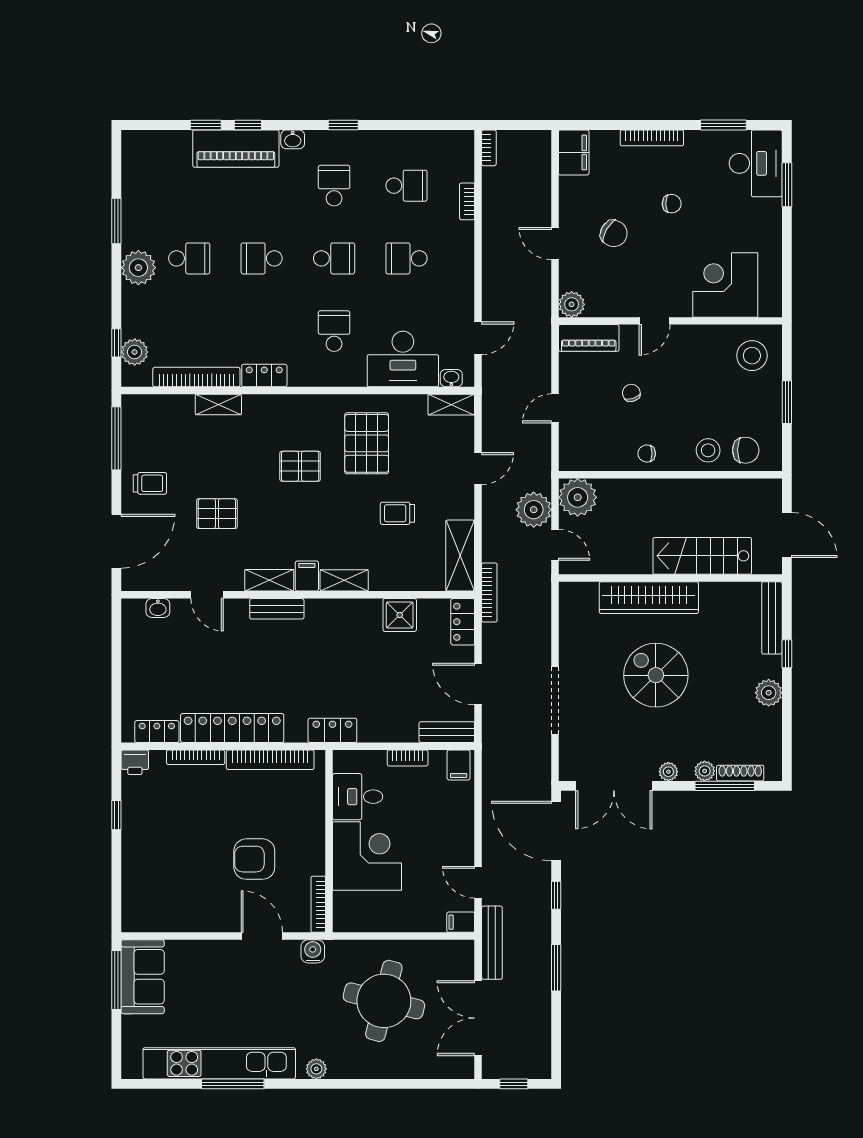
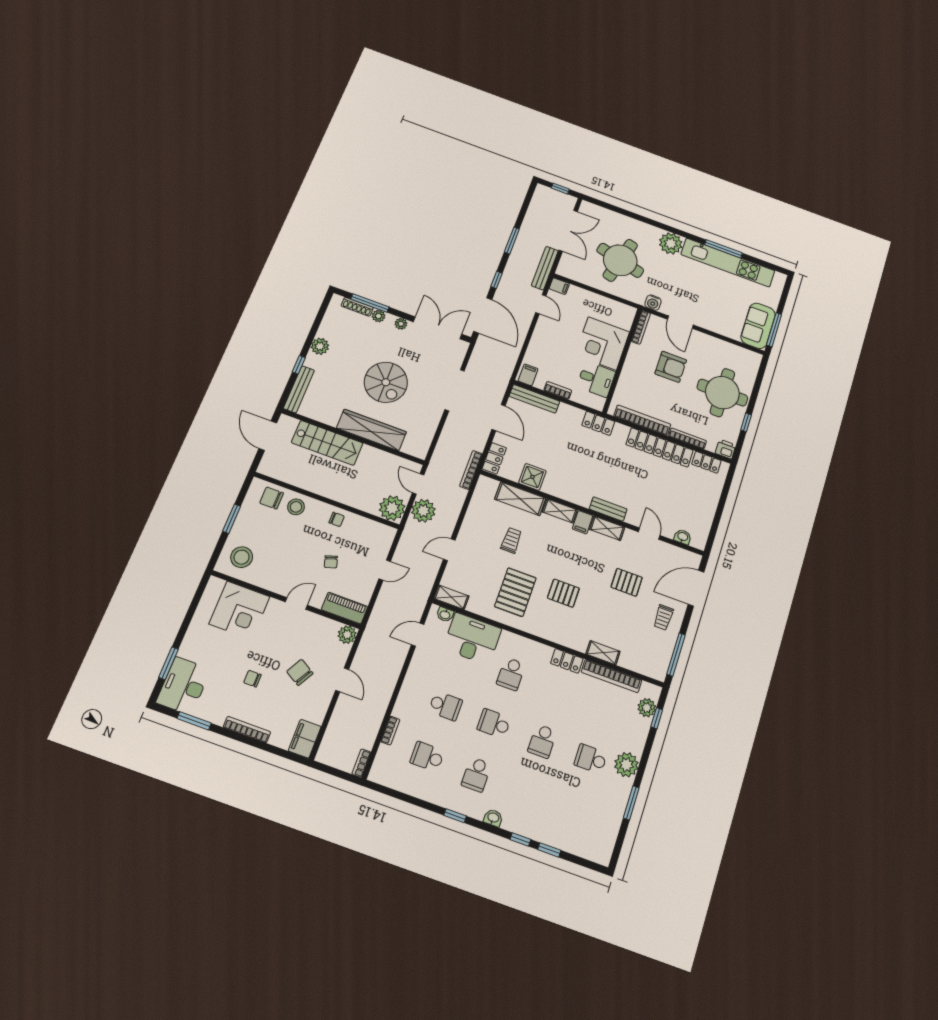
piano: (236, 149) -> (534, 825), removed
school desk: (262, 258) -> (542, 741), turned 90
trolley: (150, 483) -> (663, 617), turned -90
trolley: (397, 513) -> (511, 540), turned -90
shelving: (460, 556) -> (520, 499), moved, turned 90
bench: (447, 732) -> (534, 399), width x1.36
round table: (165, 848) -> (722, 393), added
plant: (316, 1069) -> (671, 243), width x1.87, depth x1.87

